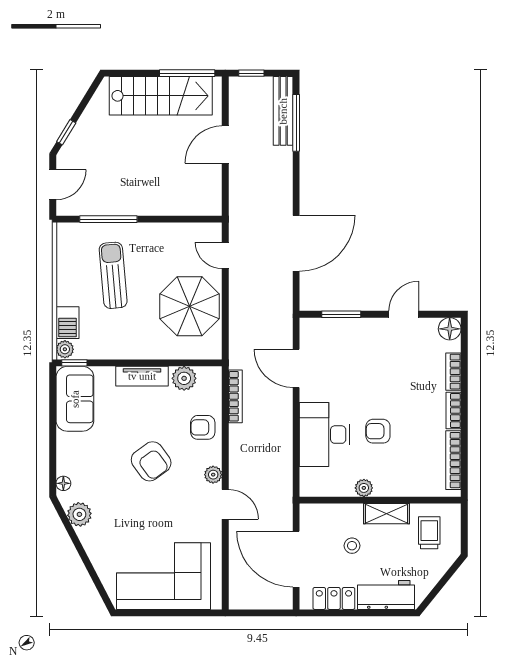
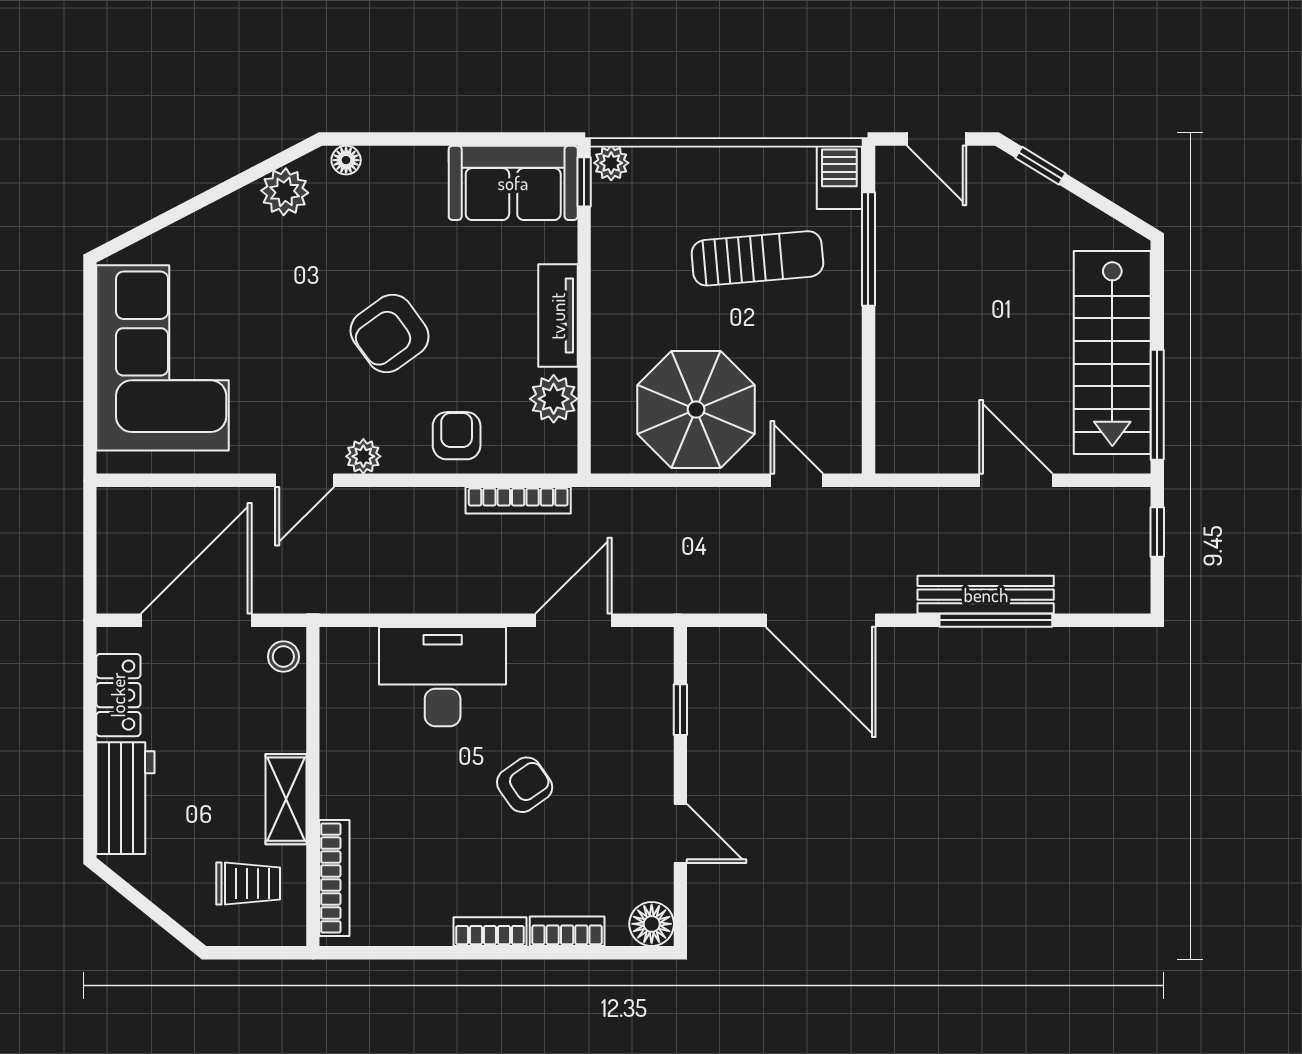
bench: (283, 111) -> (986, 595), moved
window: (296, 123) -> (996, 620), moved
door: (225, 255) -> (797, 480), hinge flipped
window: (341, 314) -> (680, 710), width x0.67
barbecue: (67, 323) -> (839, 177), moved, turned 90
armchair: (378, 431) -> (525, 785), moved, turned 55
bookcase: (453, 460) -> (334, 878), moved, turned 90
plant: (364, 488) -> (337, 754), removed
stool: (352, 546) -> (283, 657), moved

